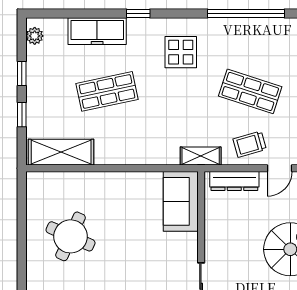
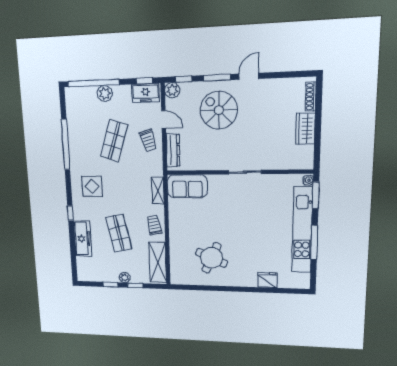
plant: (35, 36) -> (125, 277), moved
trolley: (121, 149) -> (154, 225), added
shelving: (201, 156) -> (158, 190), moved

